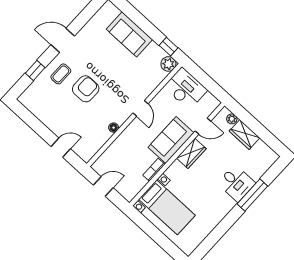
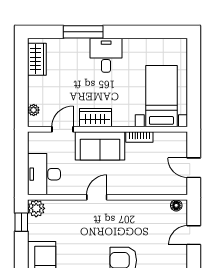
door: (203, 126) -> (62, 129), hinge flipped
floor lamp: (114, 128) -> (176, 205), moved
wardrobe: (244, 134) -> (37, 59), moved
door: (61, 148) -> (194, 235), hinge flipped
desk: (236, 183) -> (106, 55), moved

